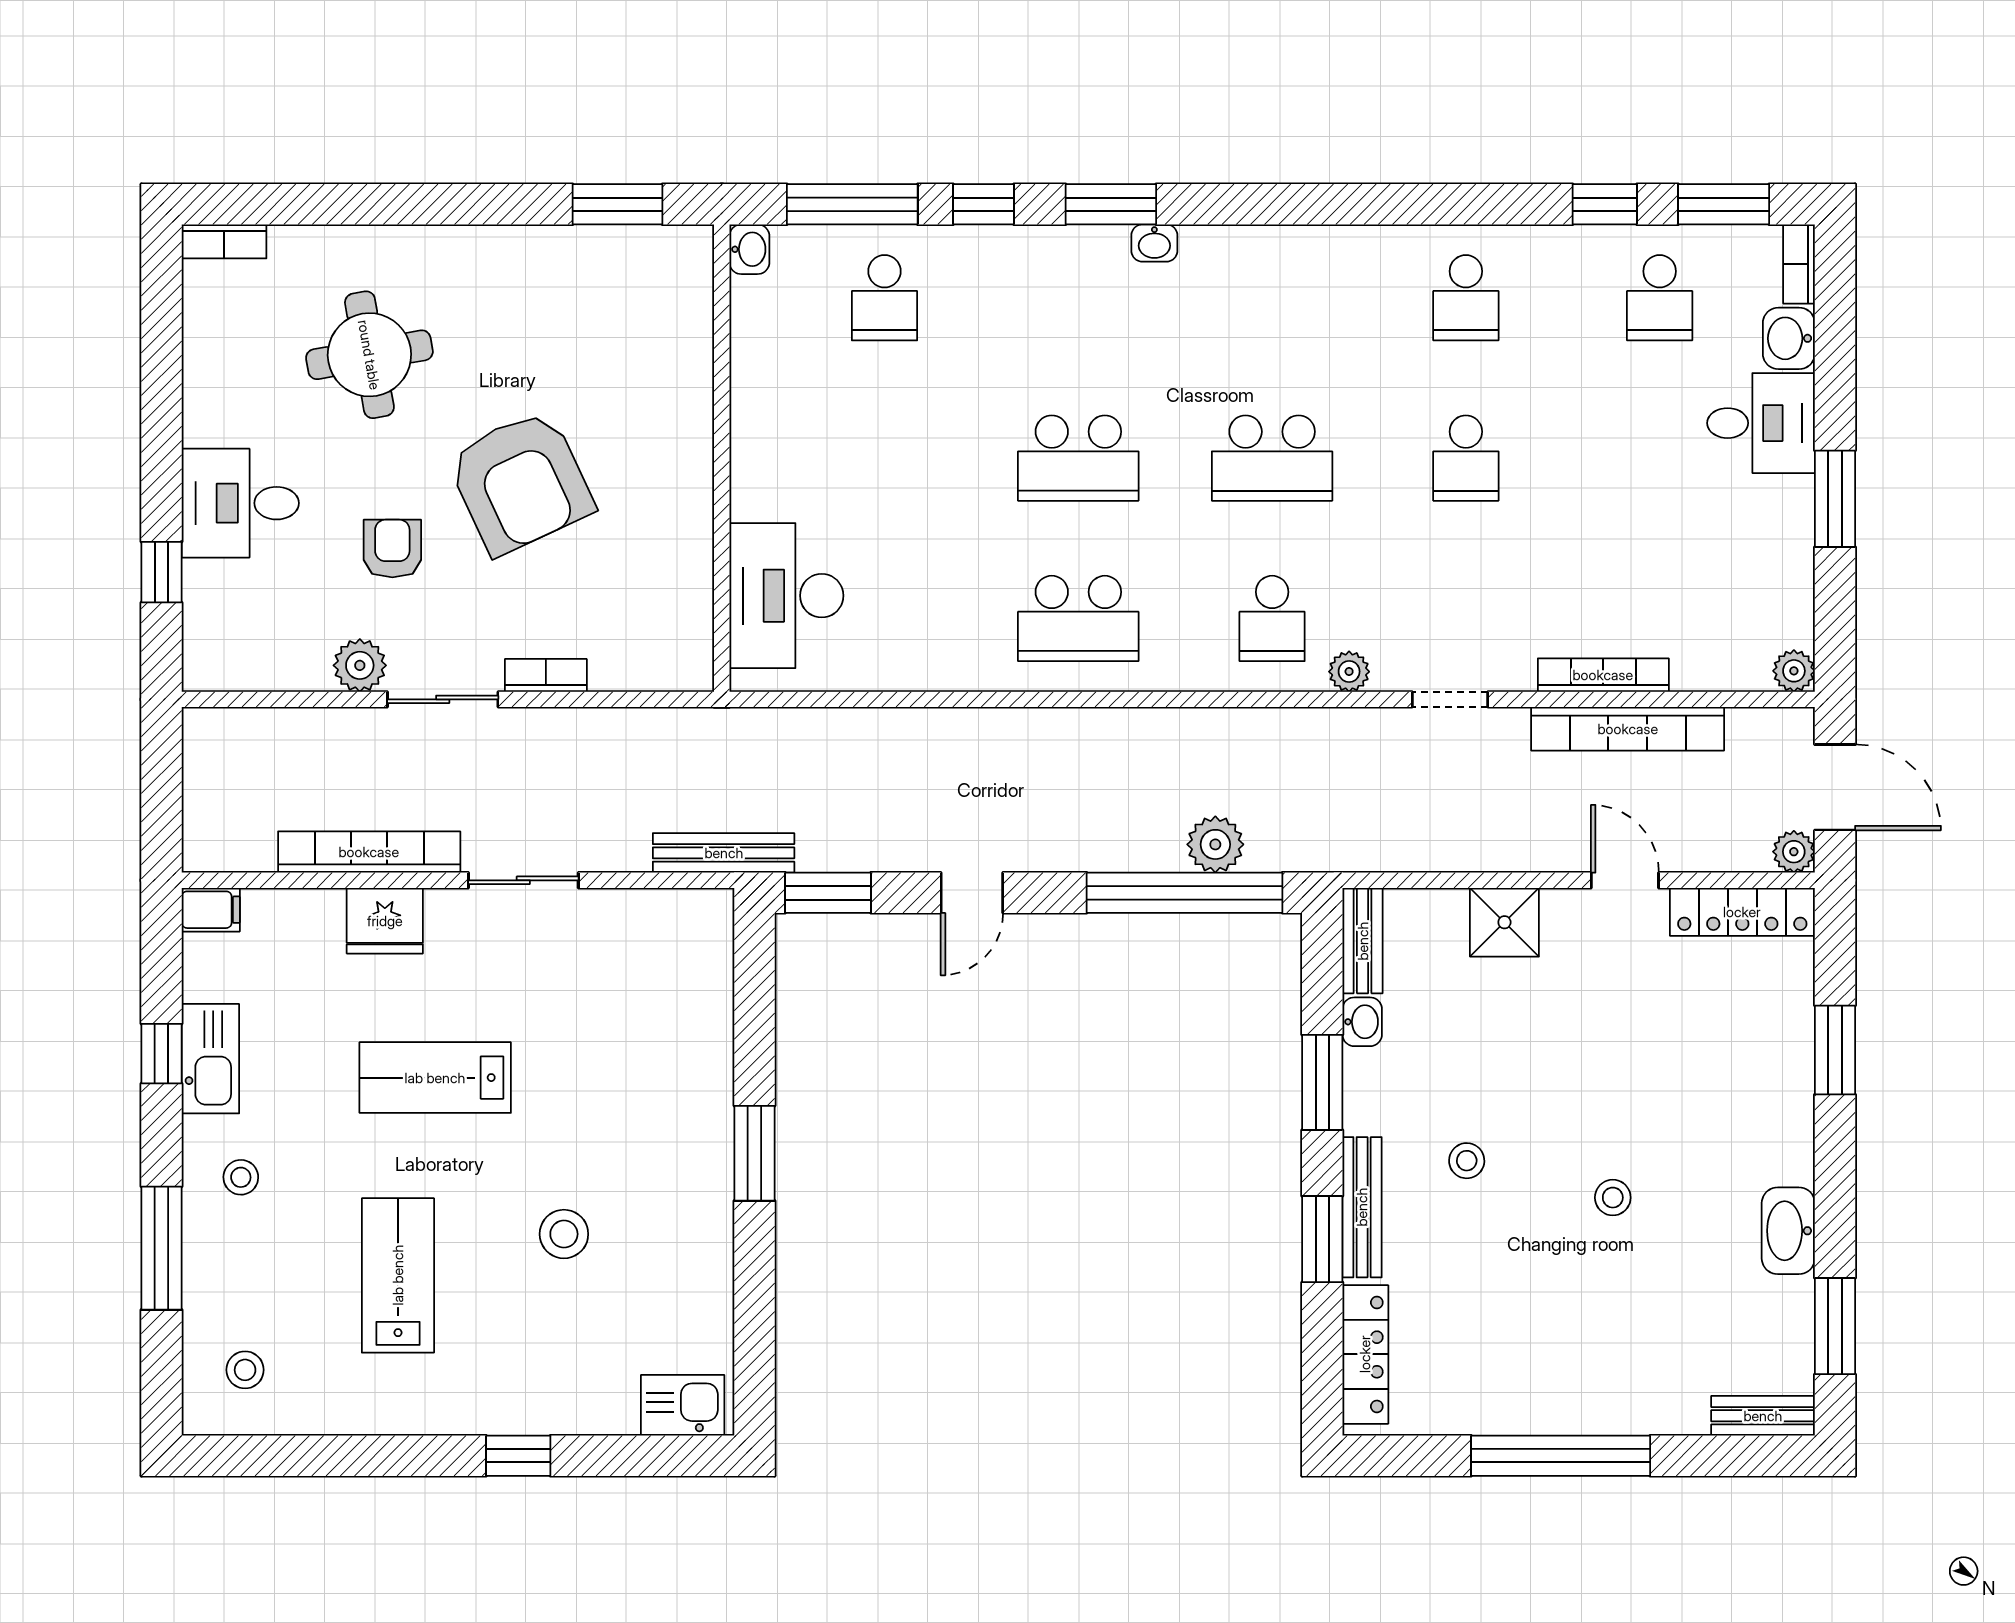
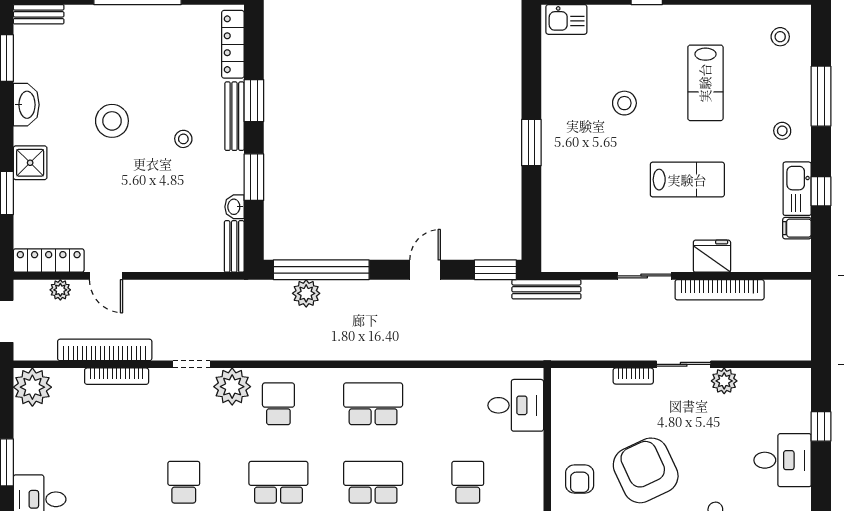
school desk: (885, 458) -> (468, 482), added
armchair: (392, 548) -> (580, 479), moved
desk: (786, 596) -> (516, 405), width x0.73
plant: (1794, 671) -> (32, 387), width x1.87, depth x1.87
plant: (1349, 672) -> (232, 387), width x1.87, depth x1.87
plant: (1794, 852) -> (60, 290), moved
filing cabinet: (211, 910) -> (797, 228), moved
shower: (1504, 922) -> (30, 163), moved
stool: (1613, 1198) -> (112, 121), width x1.89, depth x1.89

